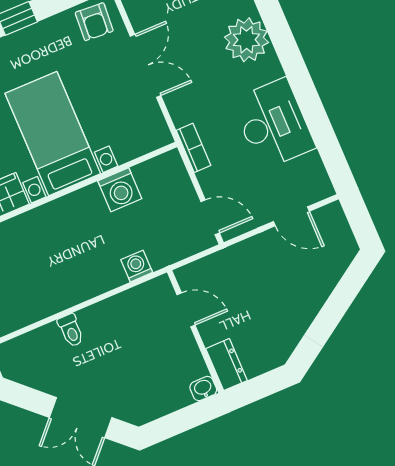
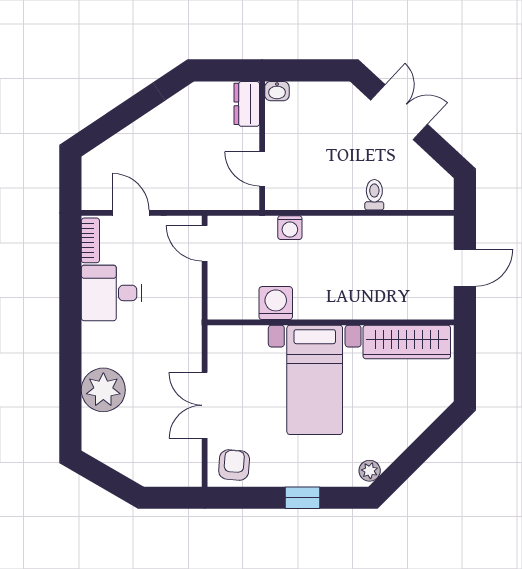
desk: (273, 124) -> (111, 293), width x0.73
bookcase: (194, 148) -> (90, 240), moved, turned 180

